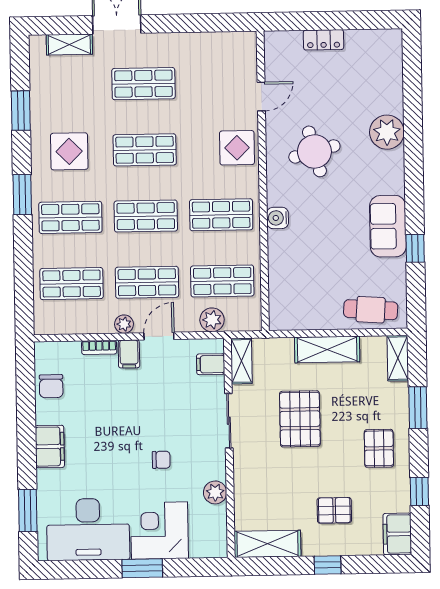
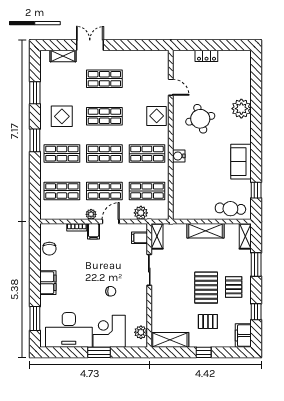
door: (261, 97) -> (171, 87), hinge flipped
window: (415, 248) -> (256, 190), moved
pallet: (300, 419) -> (206, 288), moved
plant: (215, 492) -> (141, 332), moved

